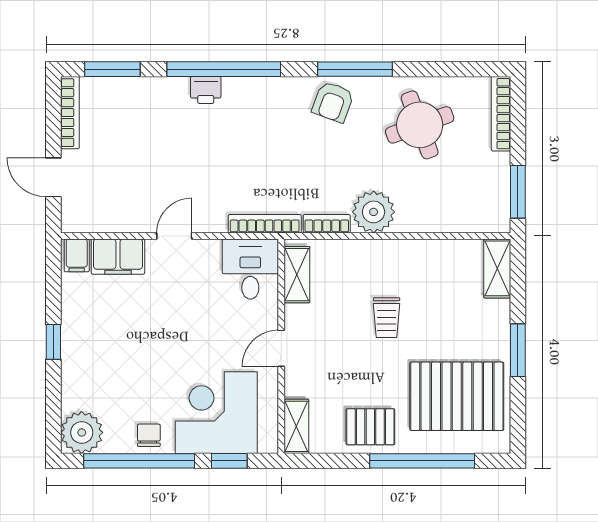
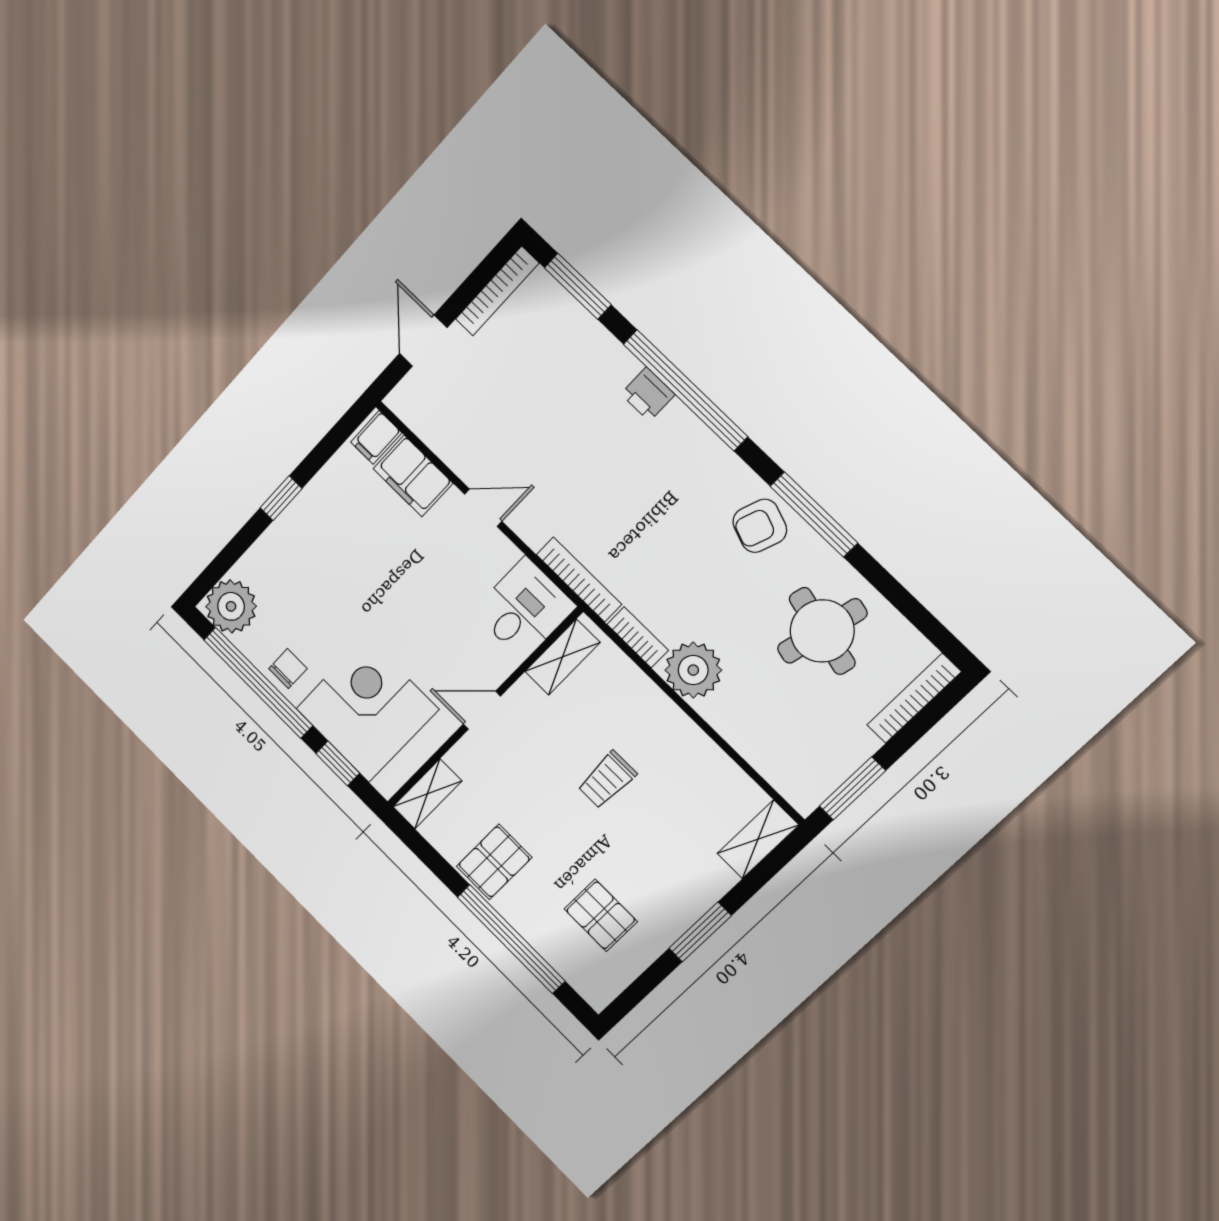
round table: (420, 125) -> (822, 631), turned 33
pallet: (457, 396) -> (601, 915), width x0.49, depth x0.50
pallet: (370, 427) -> (494, 862), turned 90

